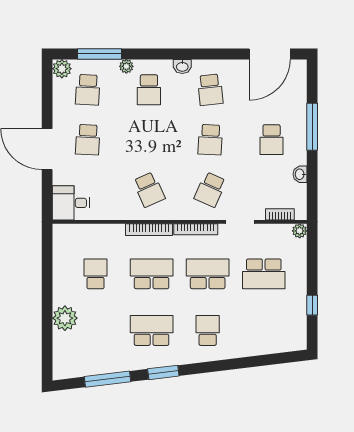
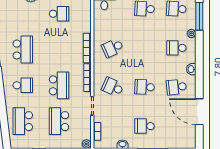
door: (270, 54) -> (199, 112), moved
school desk: (152, 274) -> (23, 121), moved, turned 180

